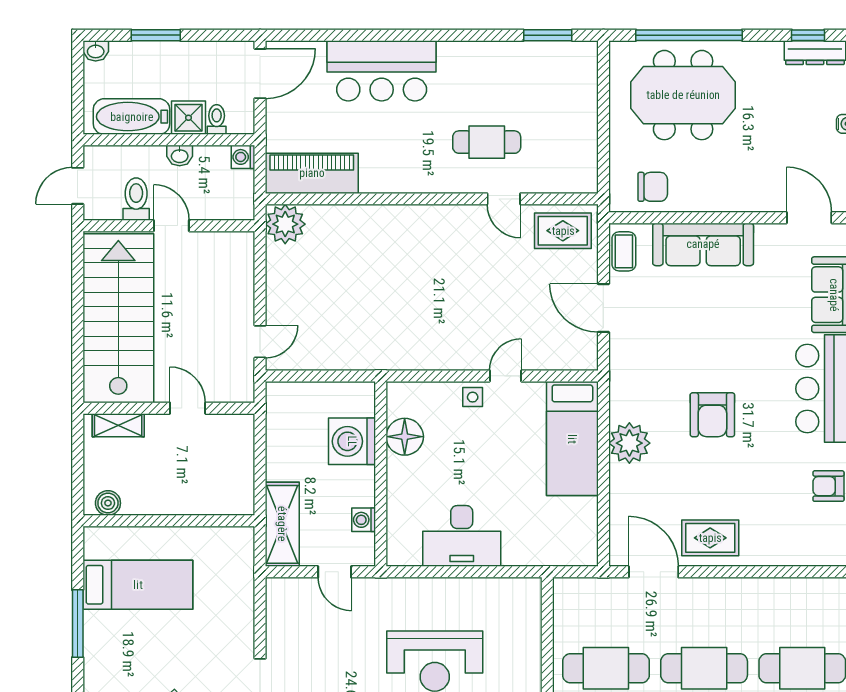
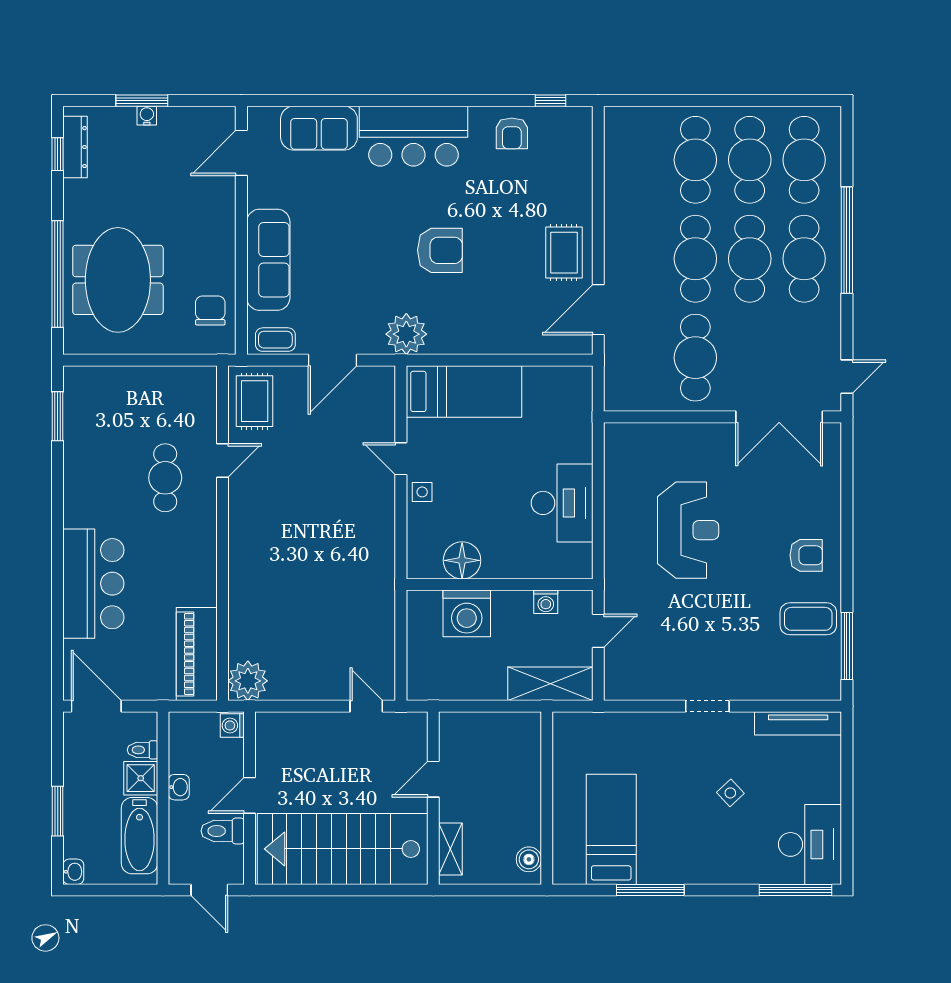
washing machine: (243, 157) -> (232, 725), moved, turned 90
plant: (629, 443) -> (406, 334), moved

